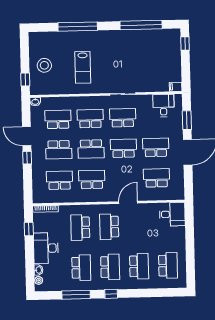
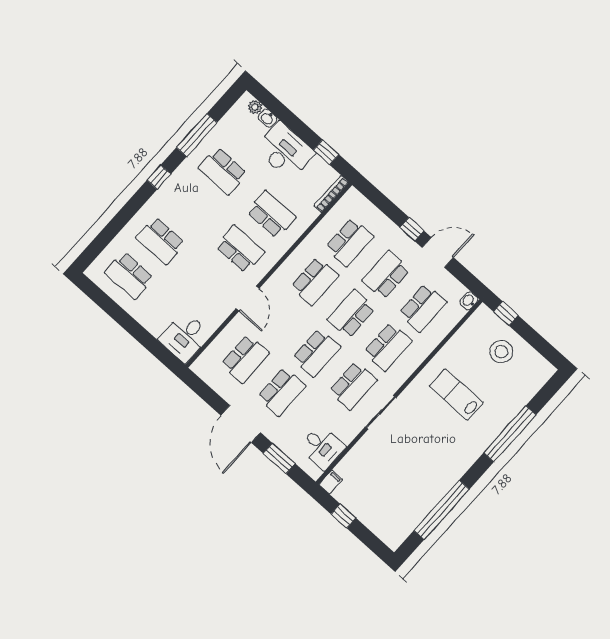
window: (185, 44) -> (343, 516), moved
school desk: (110, 267) -> (192, 206), removed

